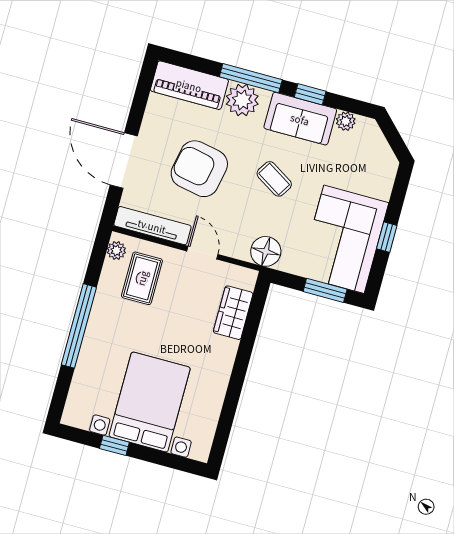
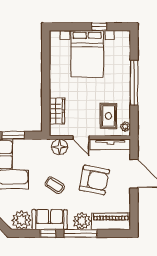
plant: (346, 121) -> (22, 220), width x1.88, depth x1.88
floor lamp: (266, 251) -> (60, 147), moved

